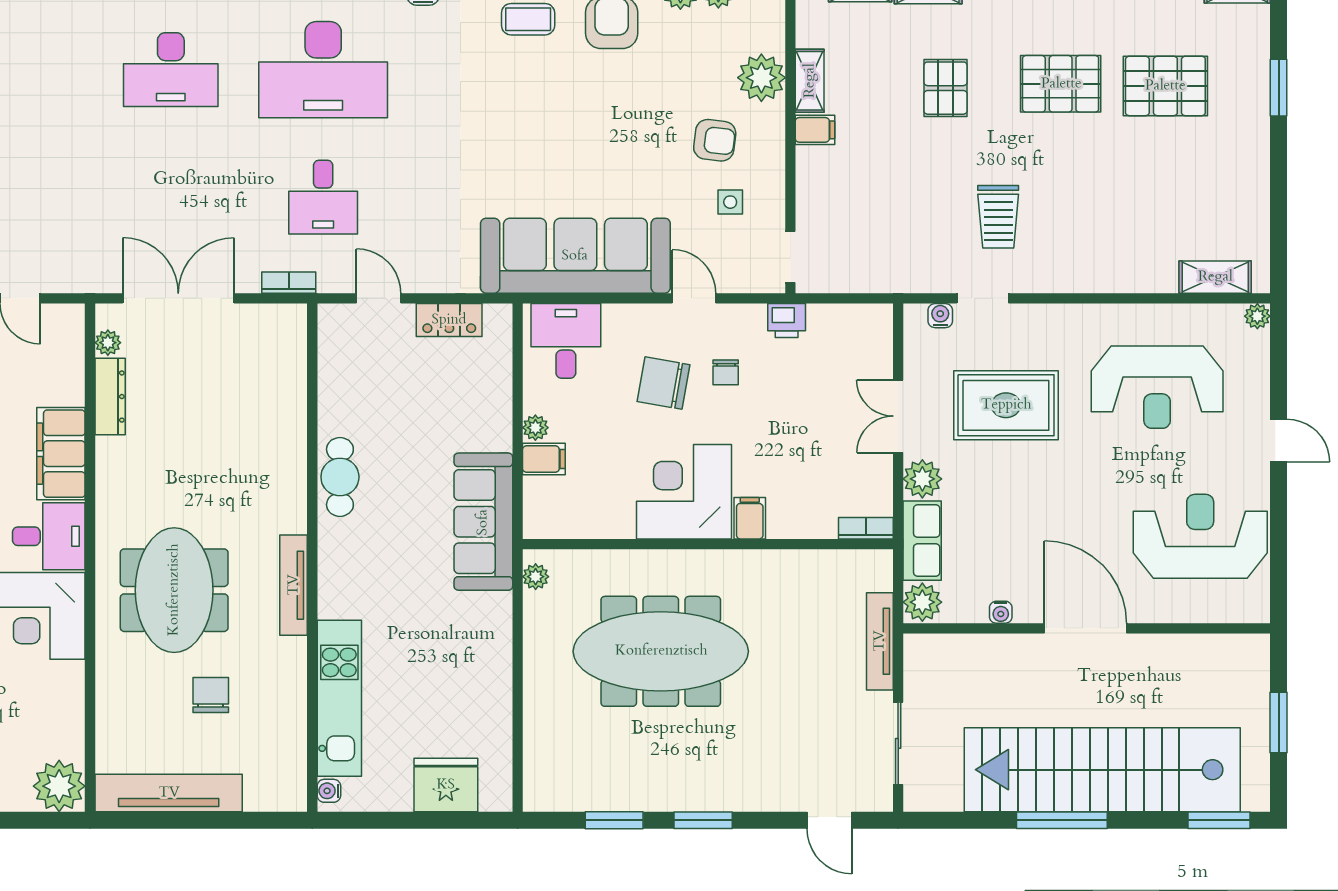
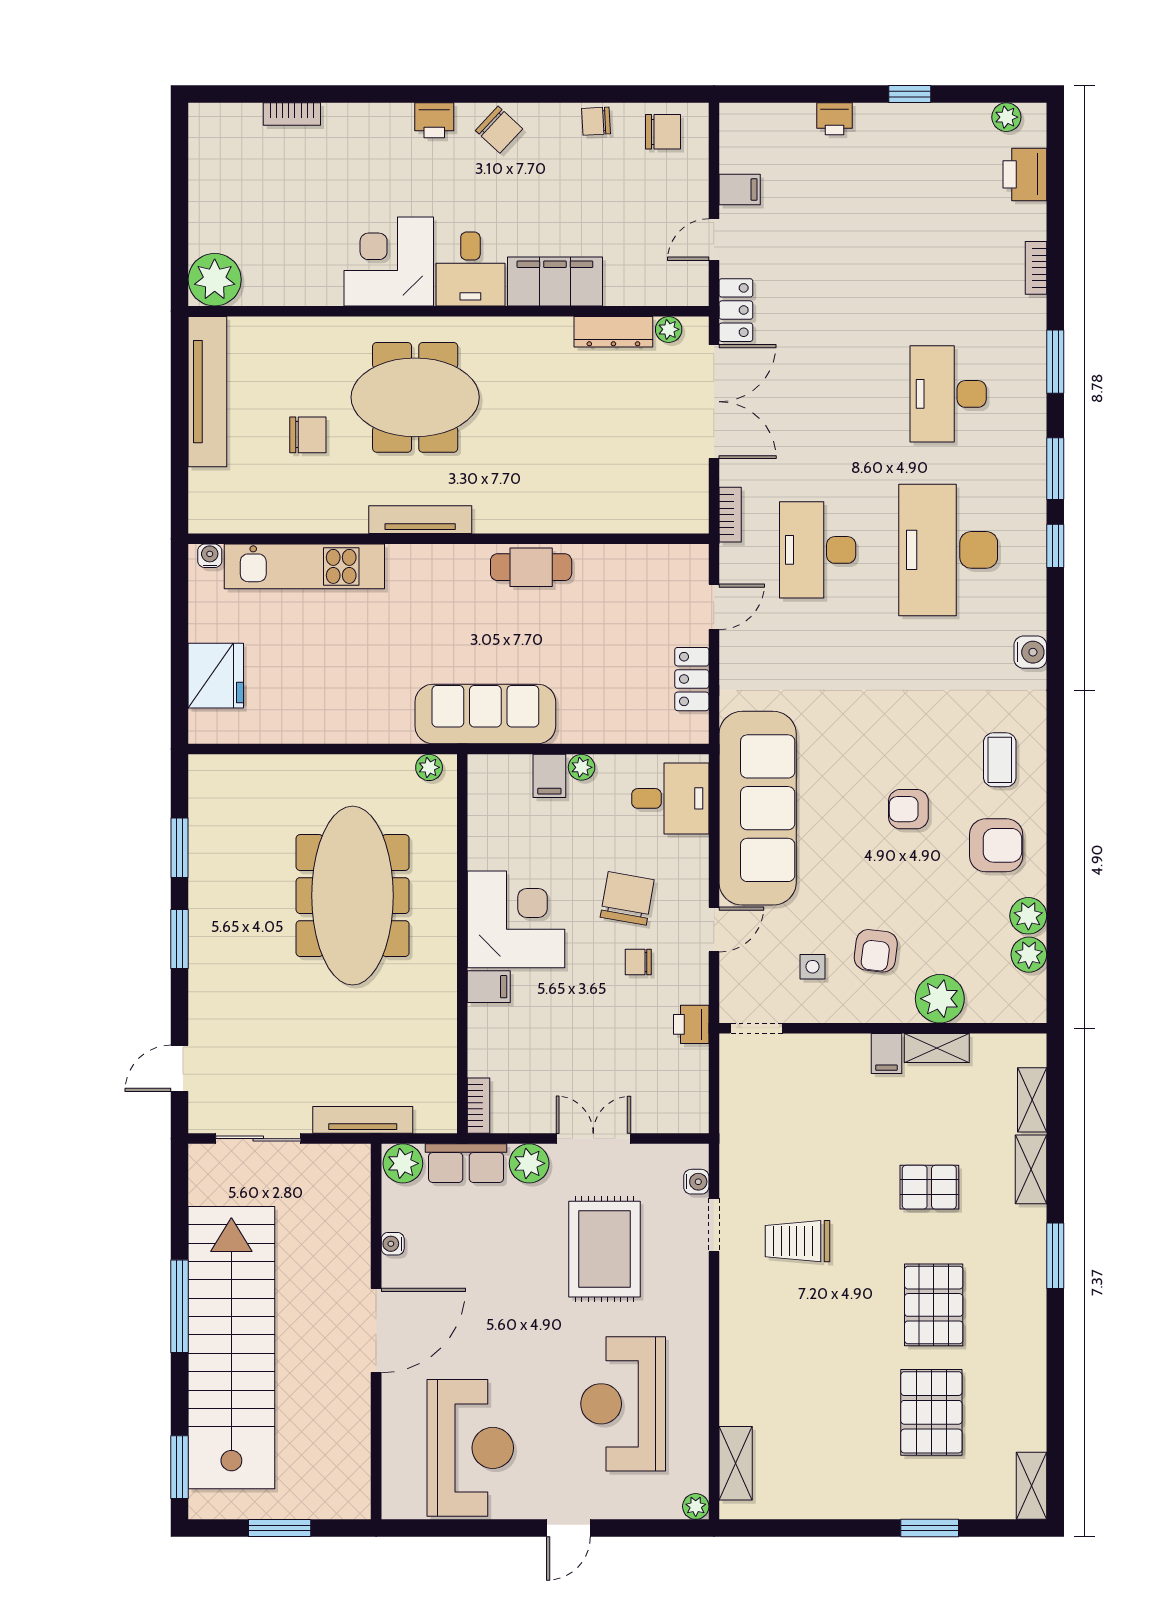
armchair: (576, 108) -> (908, 809), added
desk: (323, 197) -> (818, 550), width x1.37
locker: (89, 277) -> (736, 310), added

